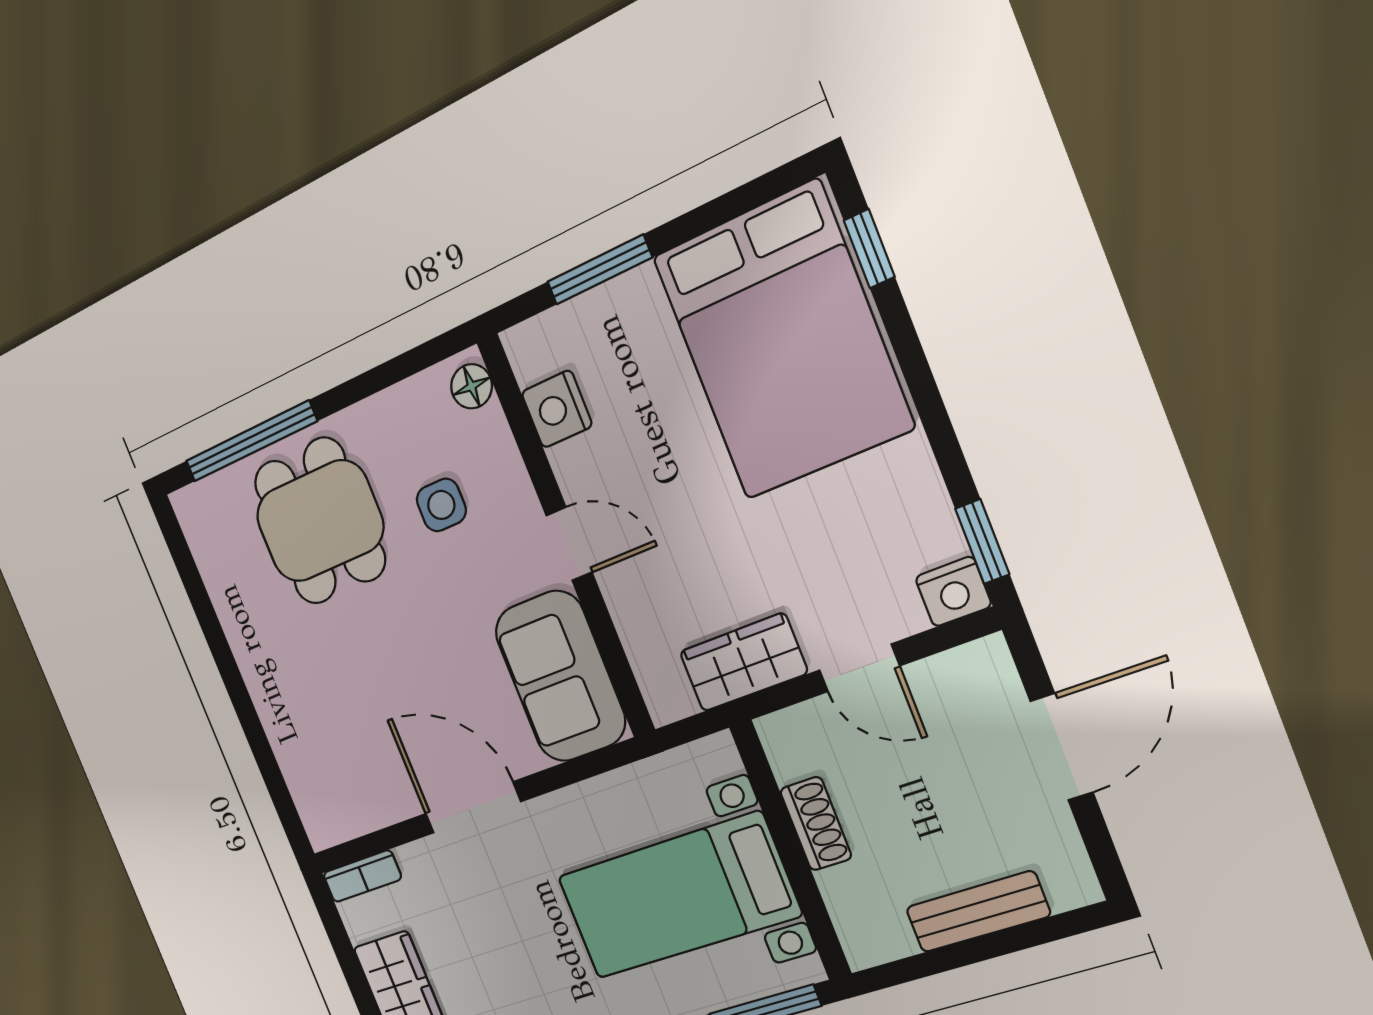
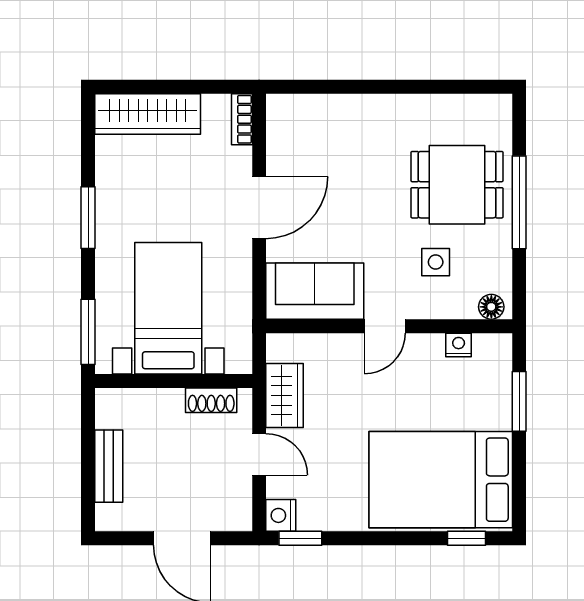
nightstand: (557, 409) -> (459, 345), width x0.72, depth x0.74
window: (251, 441) -> (519, 202), moved
door: (859, 668) -> (259, 454), swing flipped
shoe rack: (816, 824) -> (211, 400), moved

